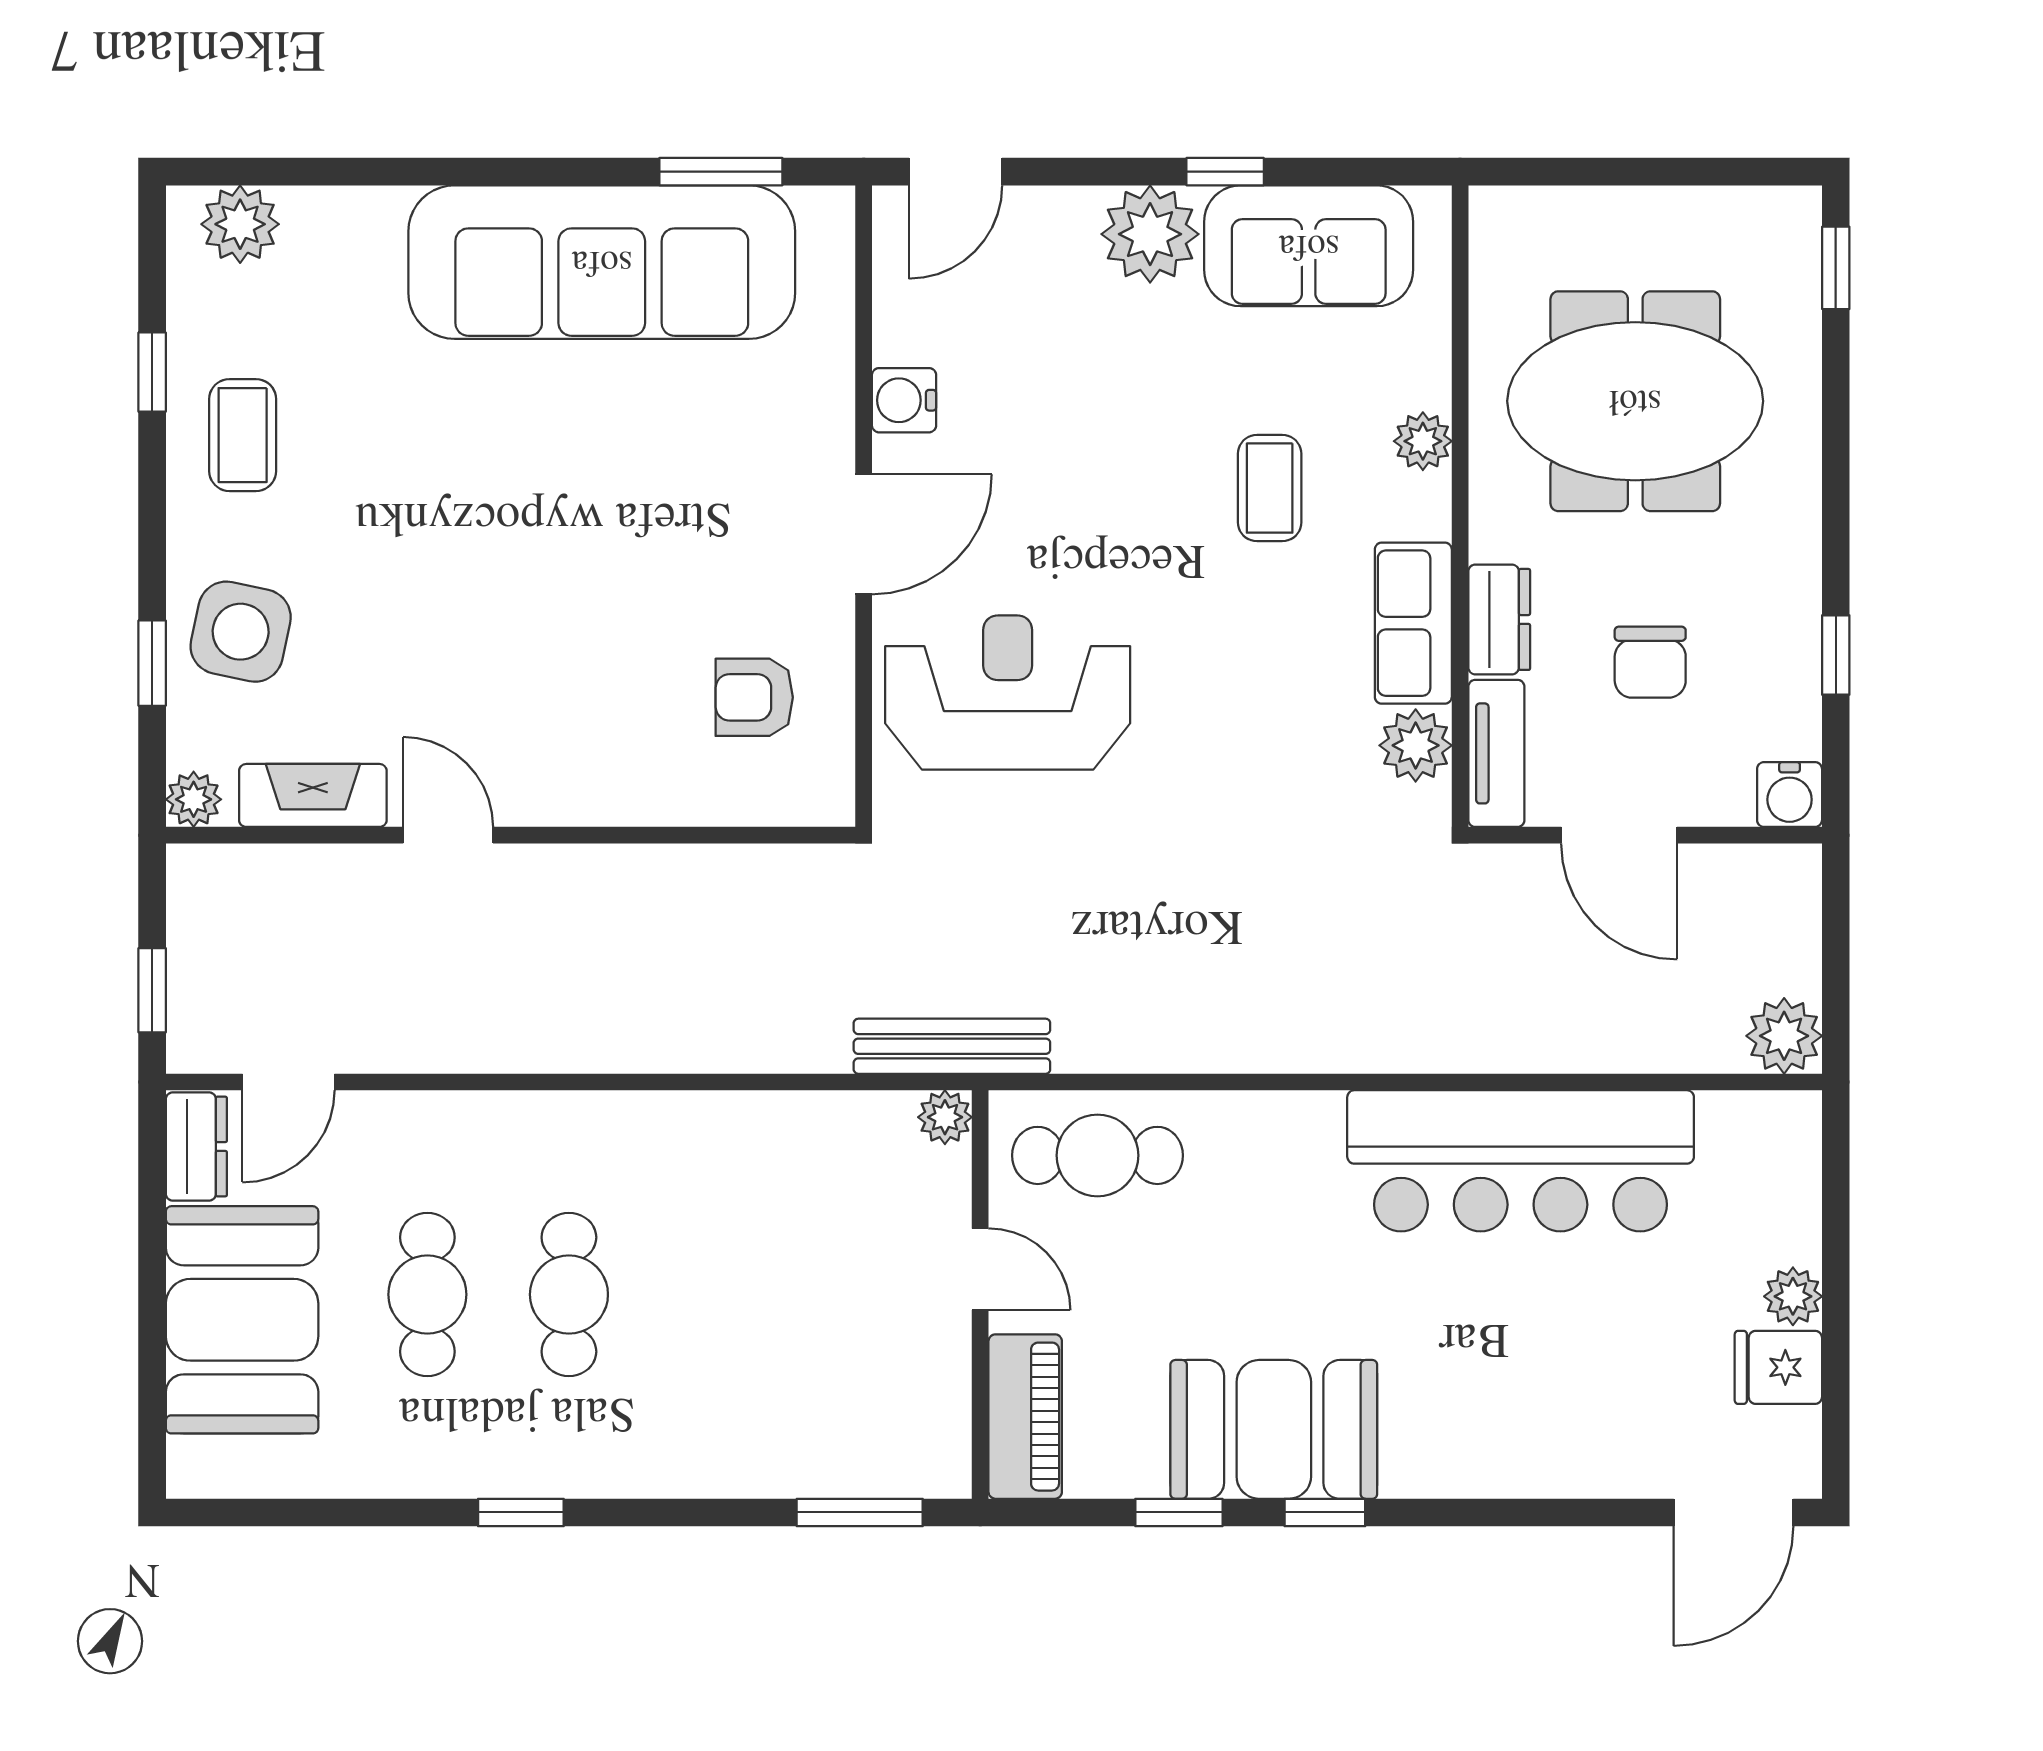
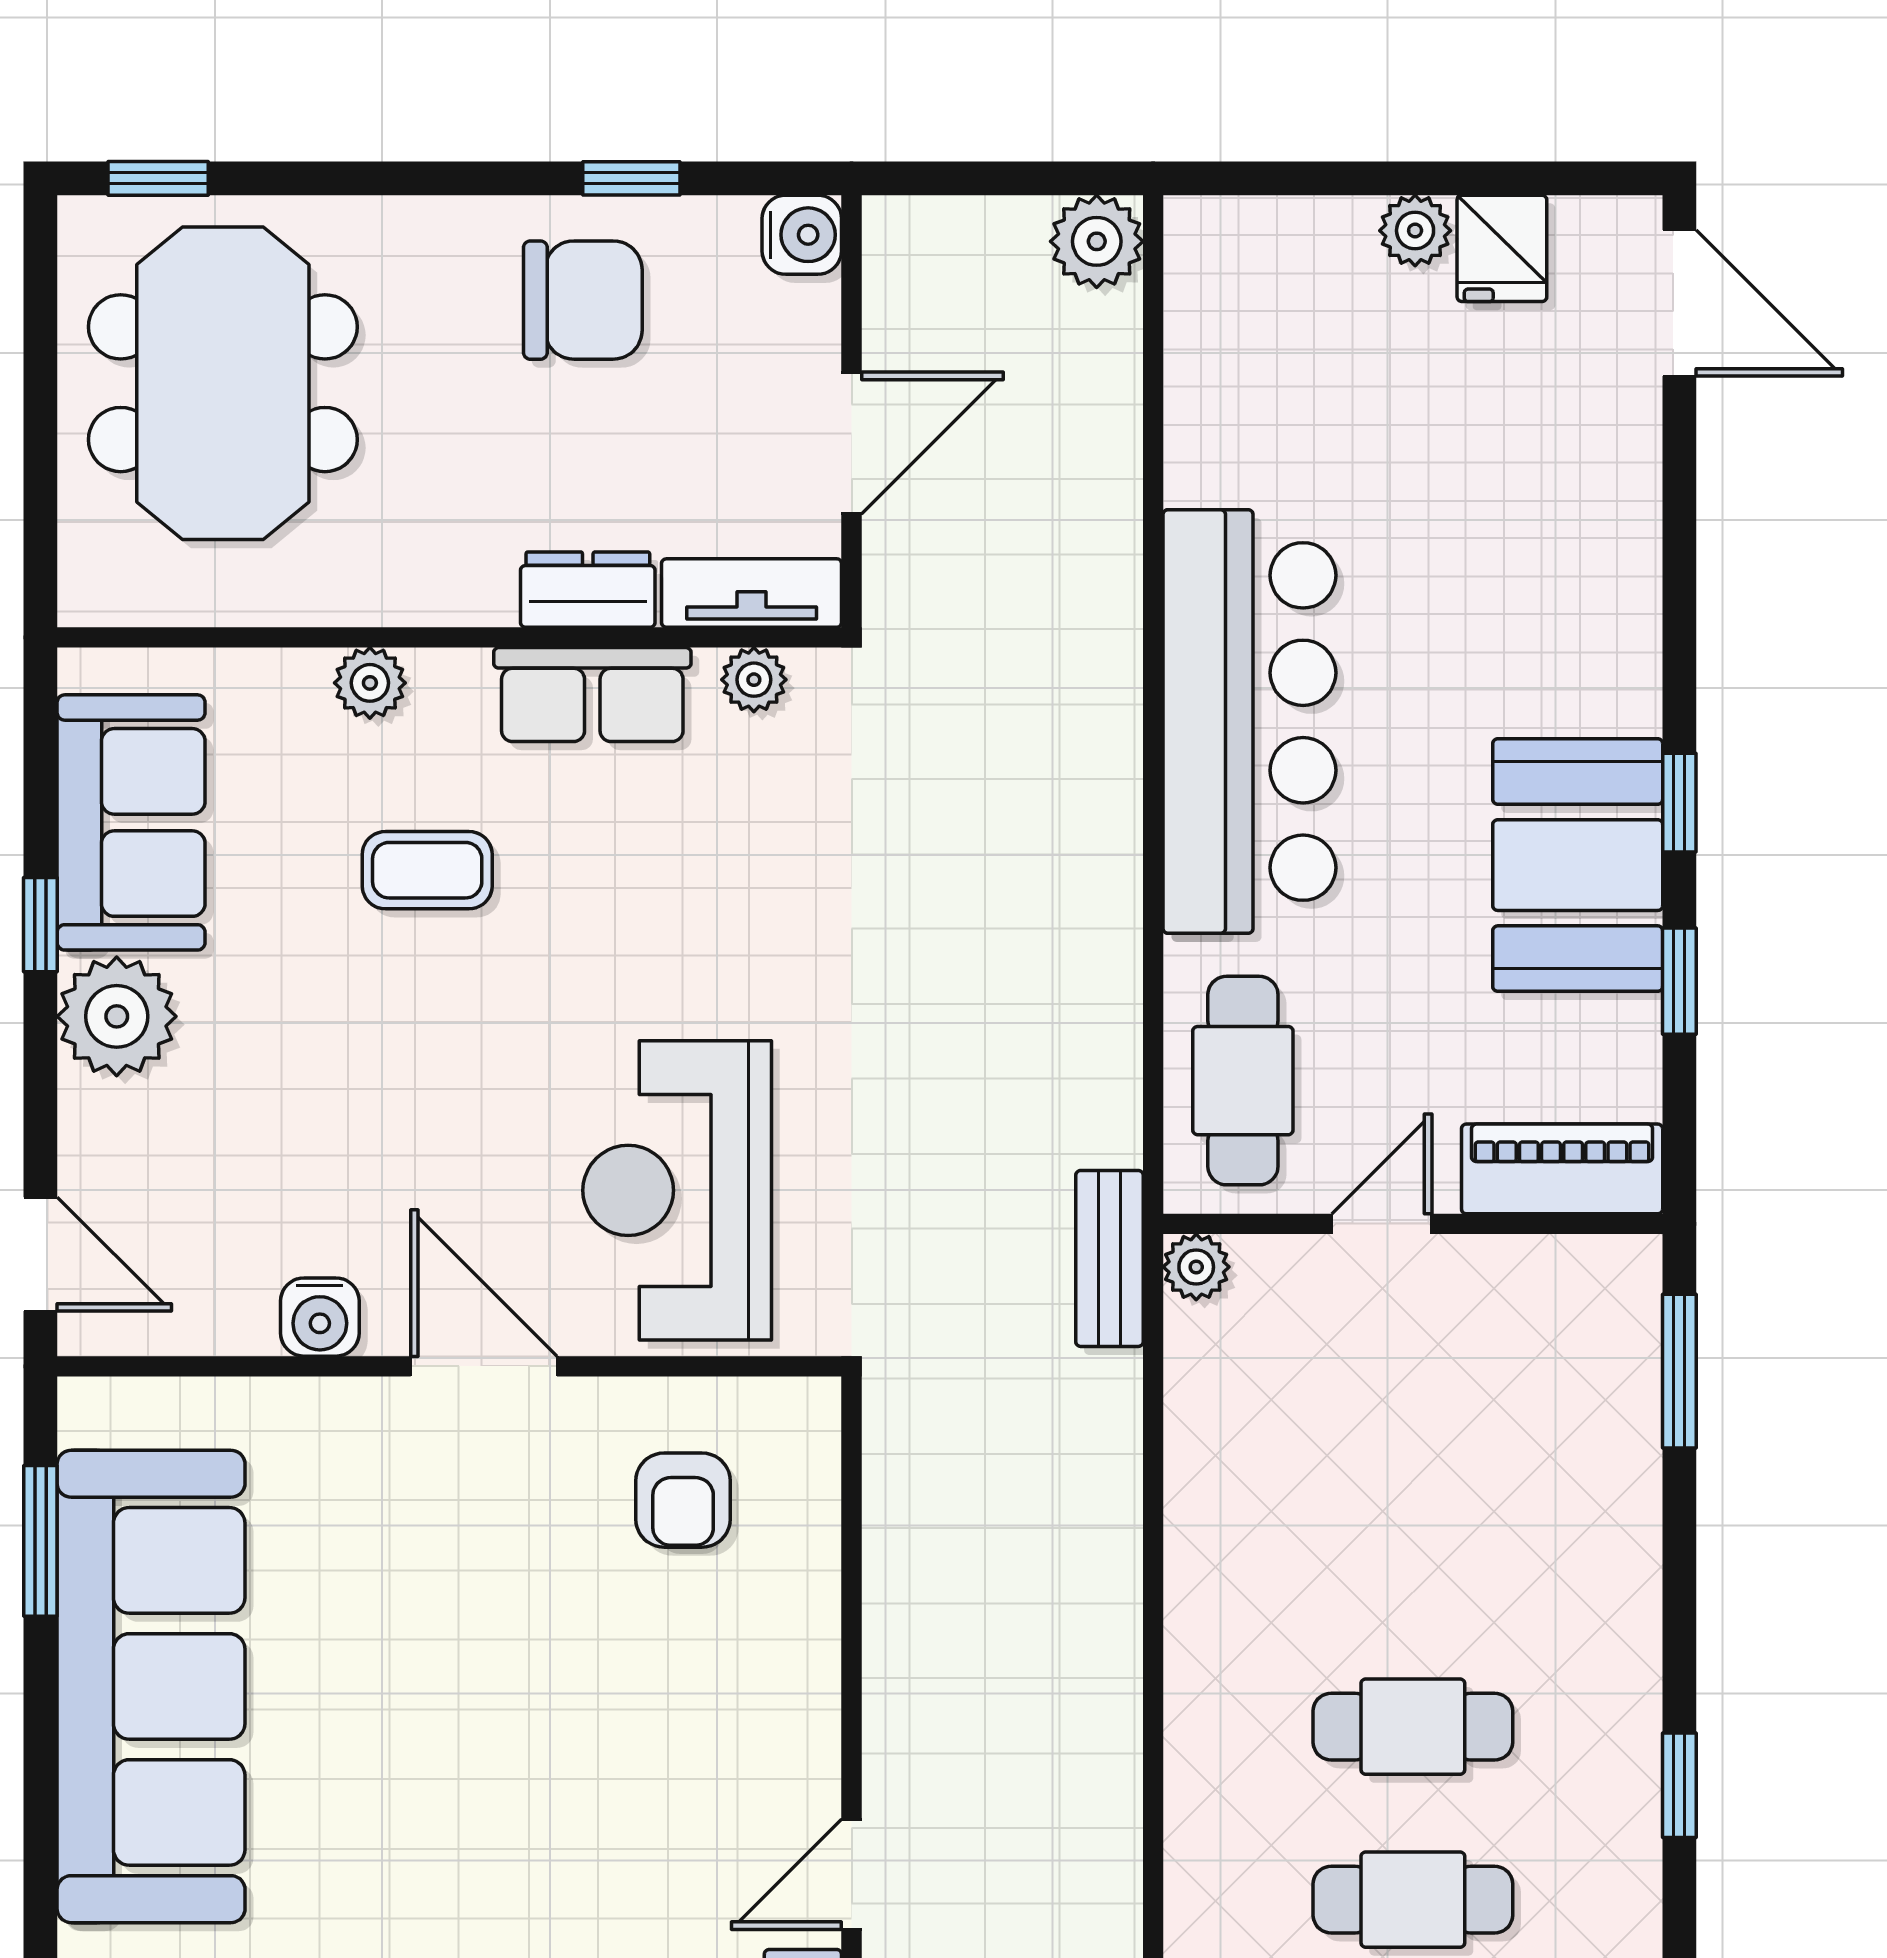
meeting table: (1635, 401) -> (223, 383), moved
chair: (1650, 662) -> (583, 300), moved, width x1.37, depth x1.37
plant: (1416, 745) -> (754, 680), width x0.73, depth x0.73
bench: (952, 1046) -> (1109, 1258), width x0.73
bar counter: (1521, 1161) -> (1249, 722), moved

